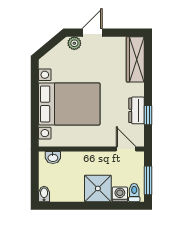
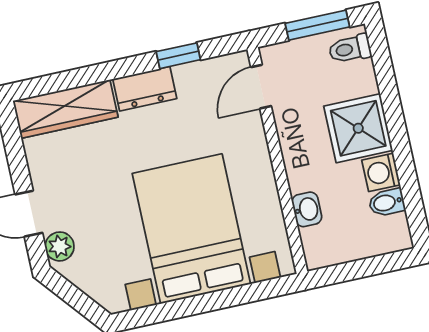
dresser: (137, 110) -> (145, 89), moved
washbasin: (53, 157) -> (307, 209), moved
bidet: (44, 194) -> (387, 203), moved
washing machine: (120, 194) -> (381, 172), moved

